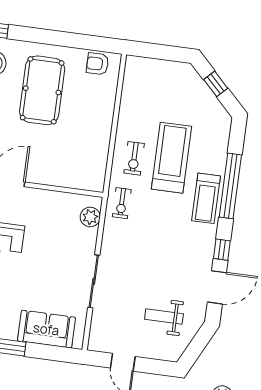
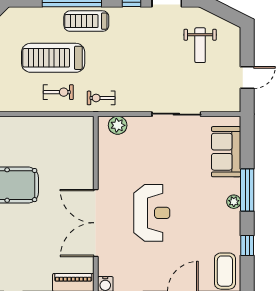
treadmill: (206, 198) -> (86, 21), turned 180
exercise bike: (122, 203) -> (101, 98), turned 180

